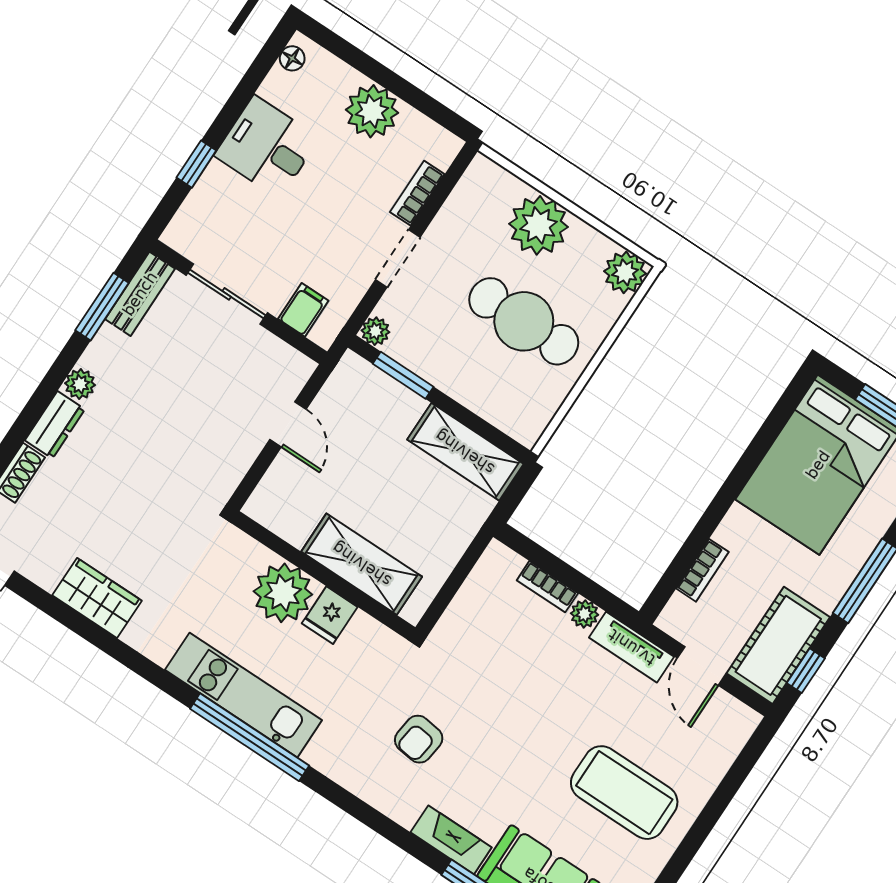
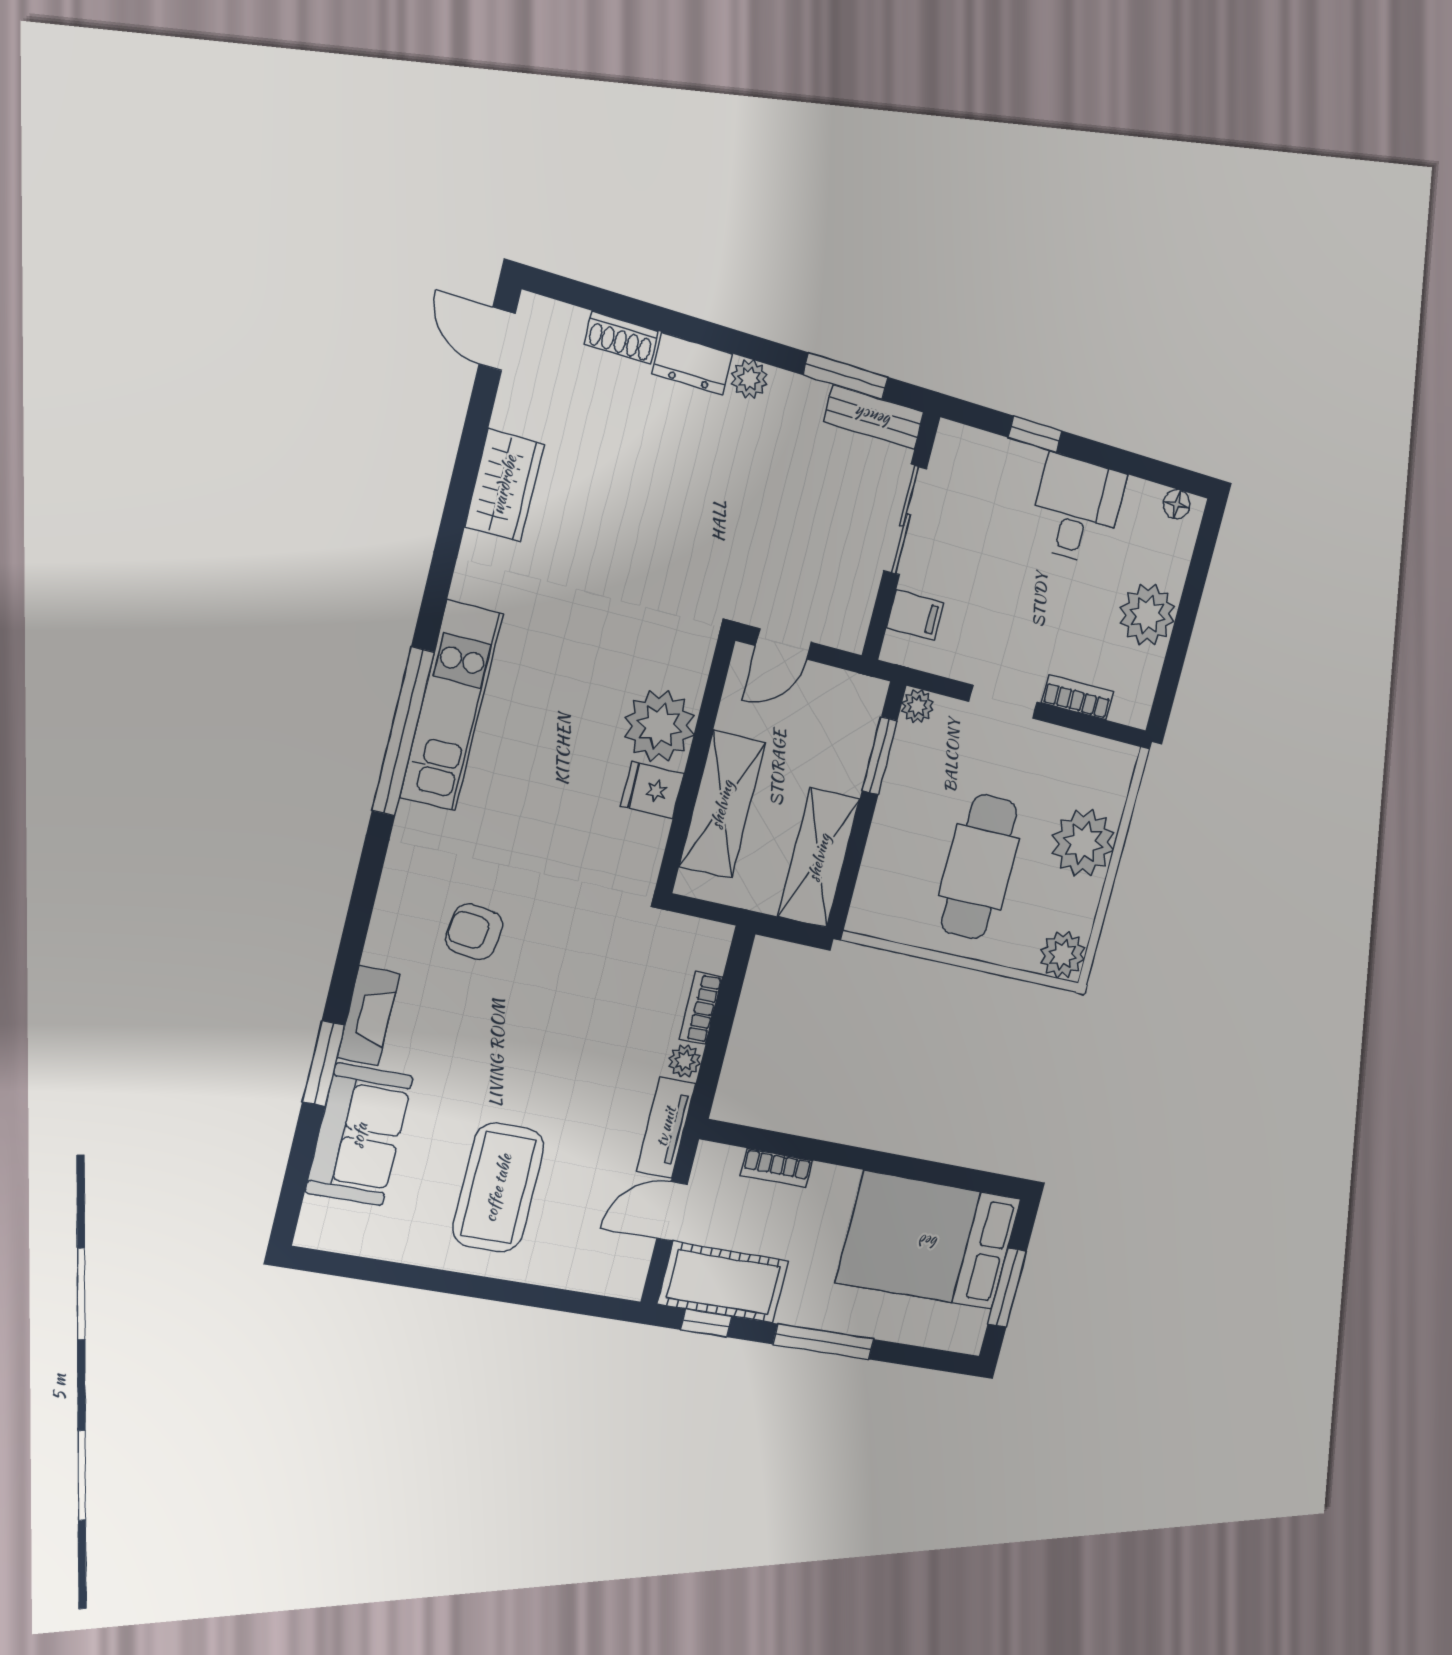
shelving: (362, 564) -> (722, 805), moved
wall: (323, 575) -> (695, 765), moved
plant: (283, 593) -> (659, 726), moved
fridge: (330, 615) -> (652, 790), moved

